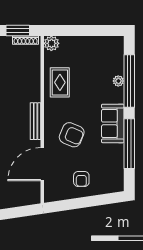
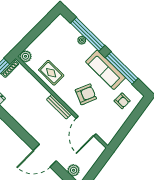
sofa: (113, 123) -> (106, 70), width x1.36
armchair: (81, 179) -> (122, 101), moved

